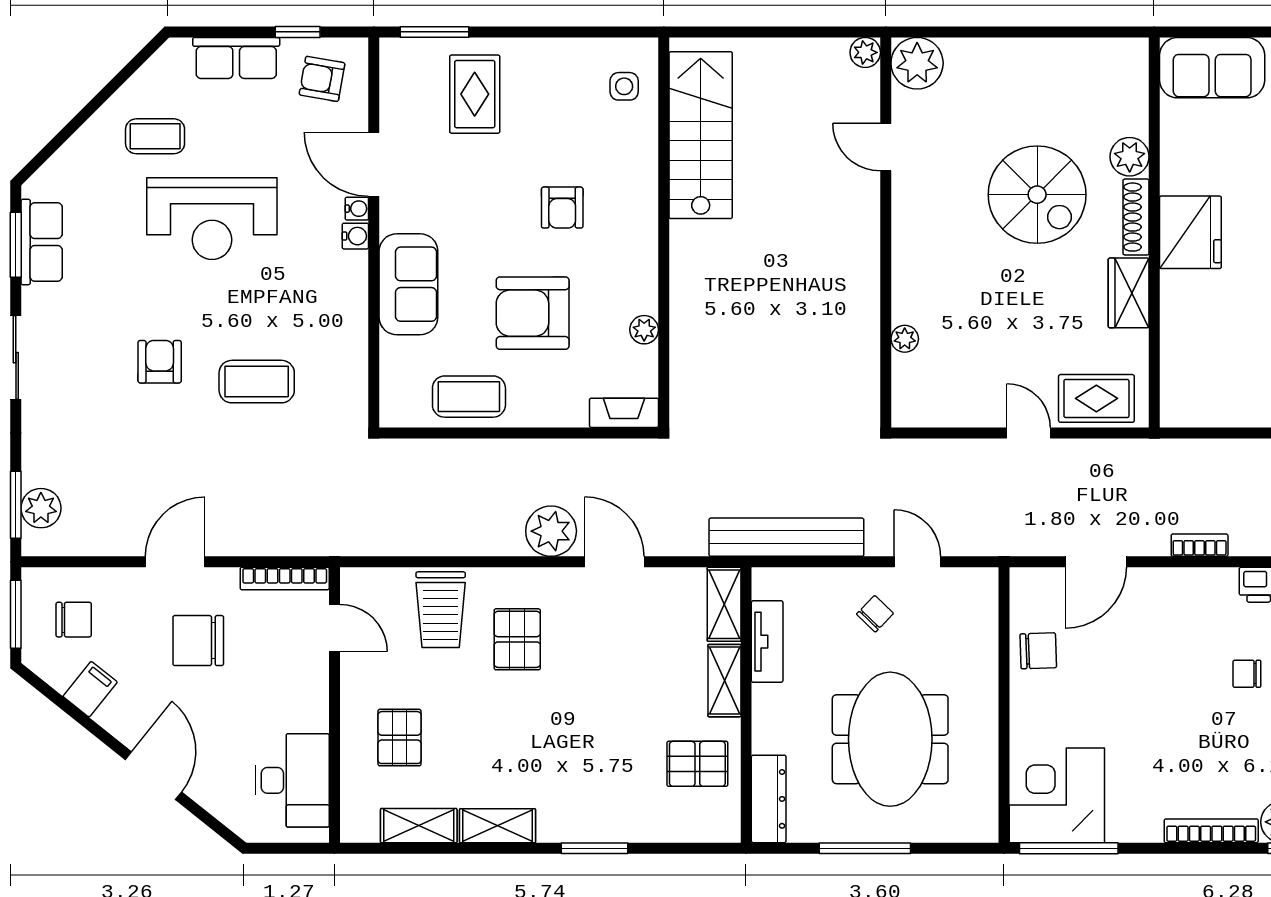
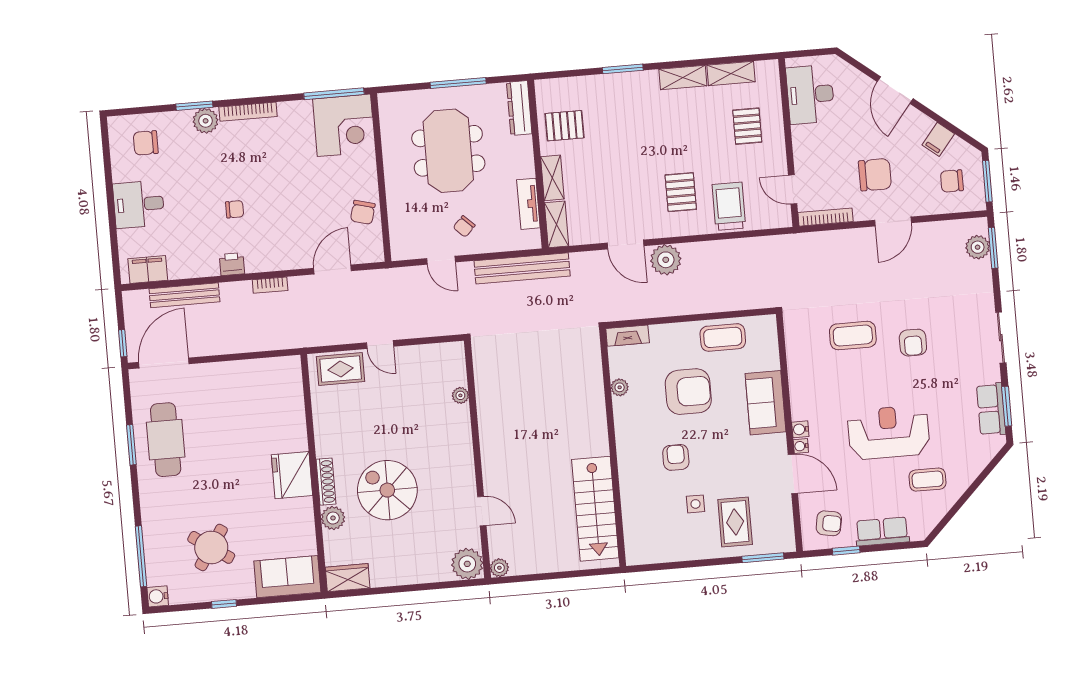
side table: (624, 86) -> (696, 504), moved
wardrobe: (1129, 293) -> (348, 578), moved, turned -90
chair: (1038, 651) -> (363, 212), turned -73

